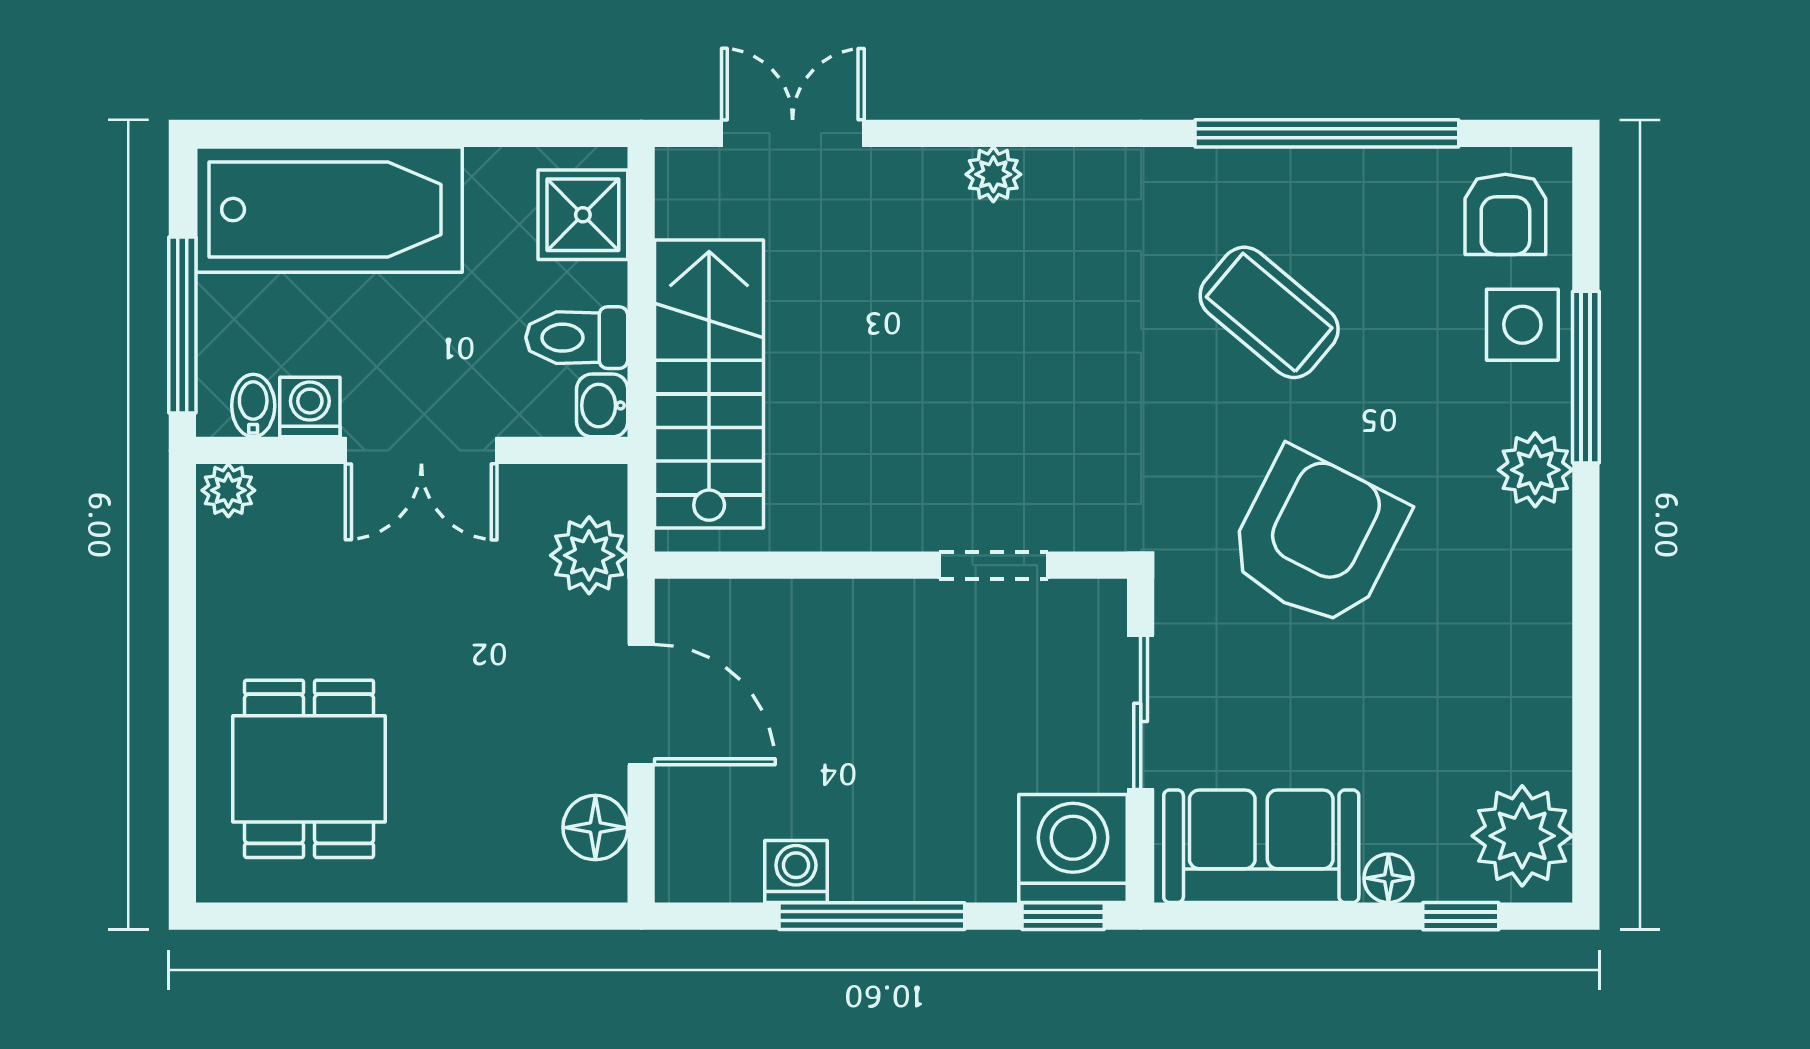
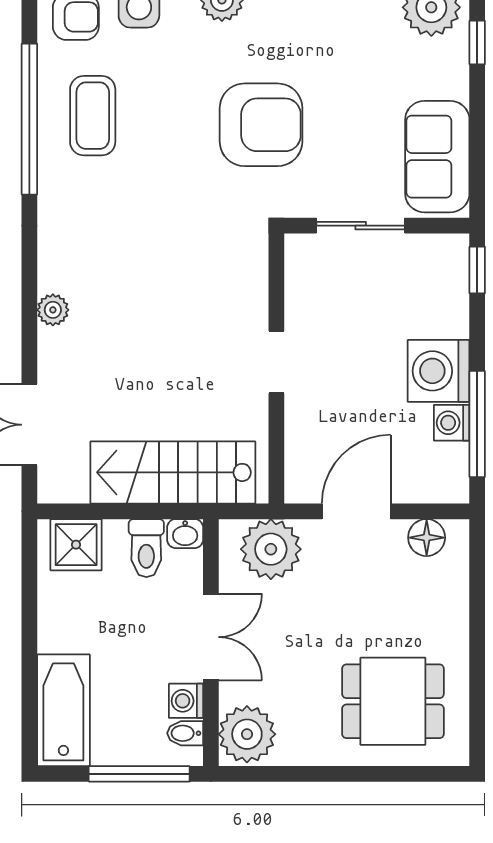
bathtub: (329, 210) -> (63, 710), width x0.73, depth x0.73
coffee table: (1269, 312) -> (93, 116), moved, turned -40
plant: (228, 490) -> (247, 734), width x1.87, depth x1.87
armchair: (1317, 538) -> (261, 125), turned 153
plant: (589, 555) -> (271, 549), width x1.36, depth x1.36
doorway: (994, 565) -> (276, 362), moved
washing machine: (1073, 849) -> (439, 371), moved
floor lamp: (1388, 878) -> (456, 84), removed
window: (872, 916) -> (477, 424), moved

